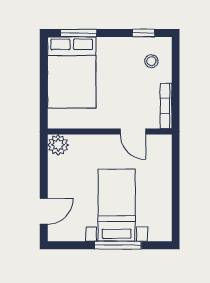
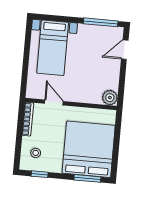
bed: (72, 73) -> (89, 149), width x1.36
bed with nightstands: (117, 205) -> (53, 48), moved
window: (118, 245) -> (101, 22), moved

